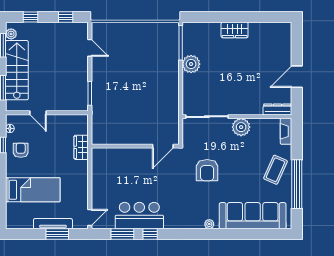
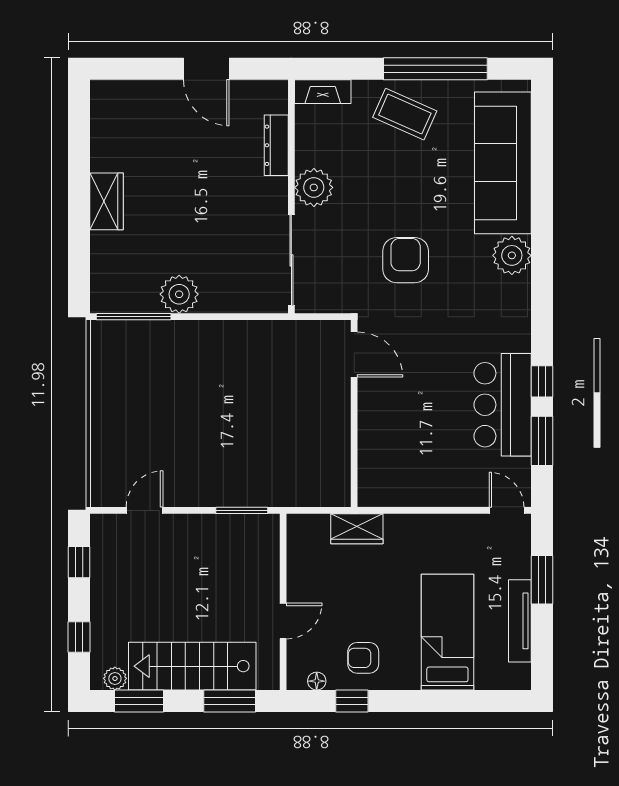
dresser: (277, 110) -> (276, 145), moved
armchair: (207, 170) -> (406, 260), turned -90
tv unit: (53, 224) -> (520, 621), moved
plant: (209, 224) -> (512, 255), width x1.88, depth x1.88

